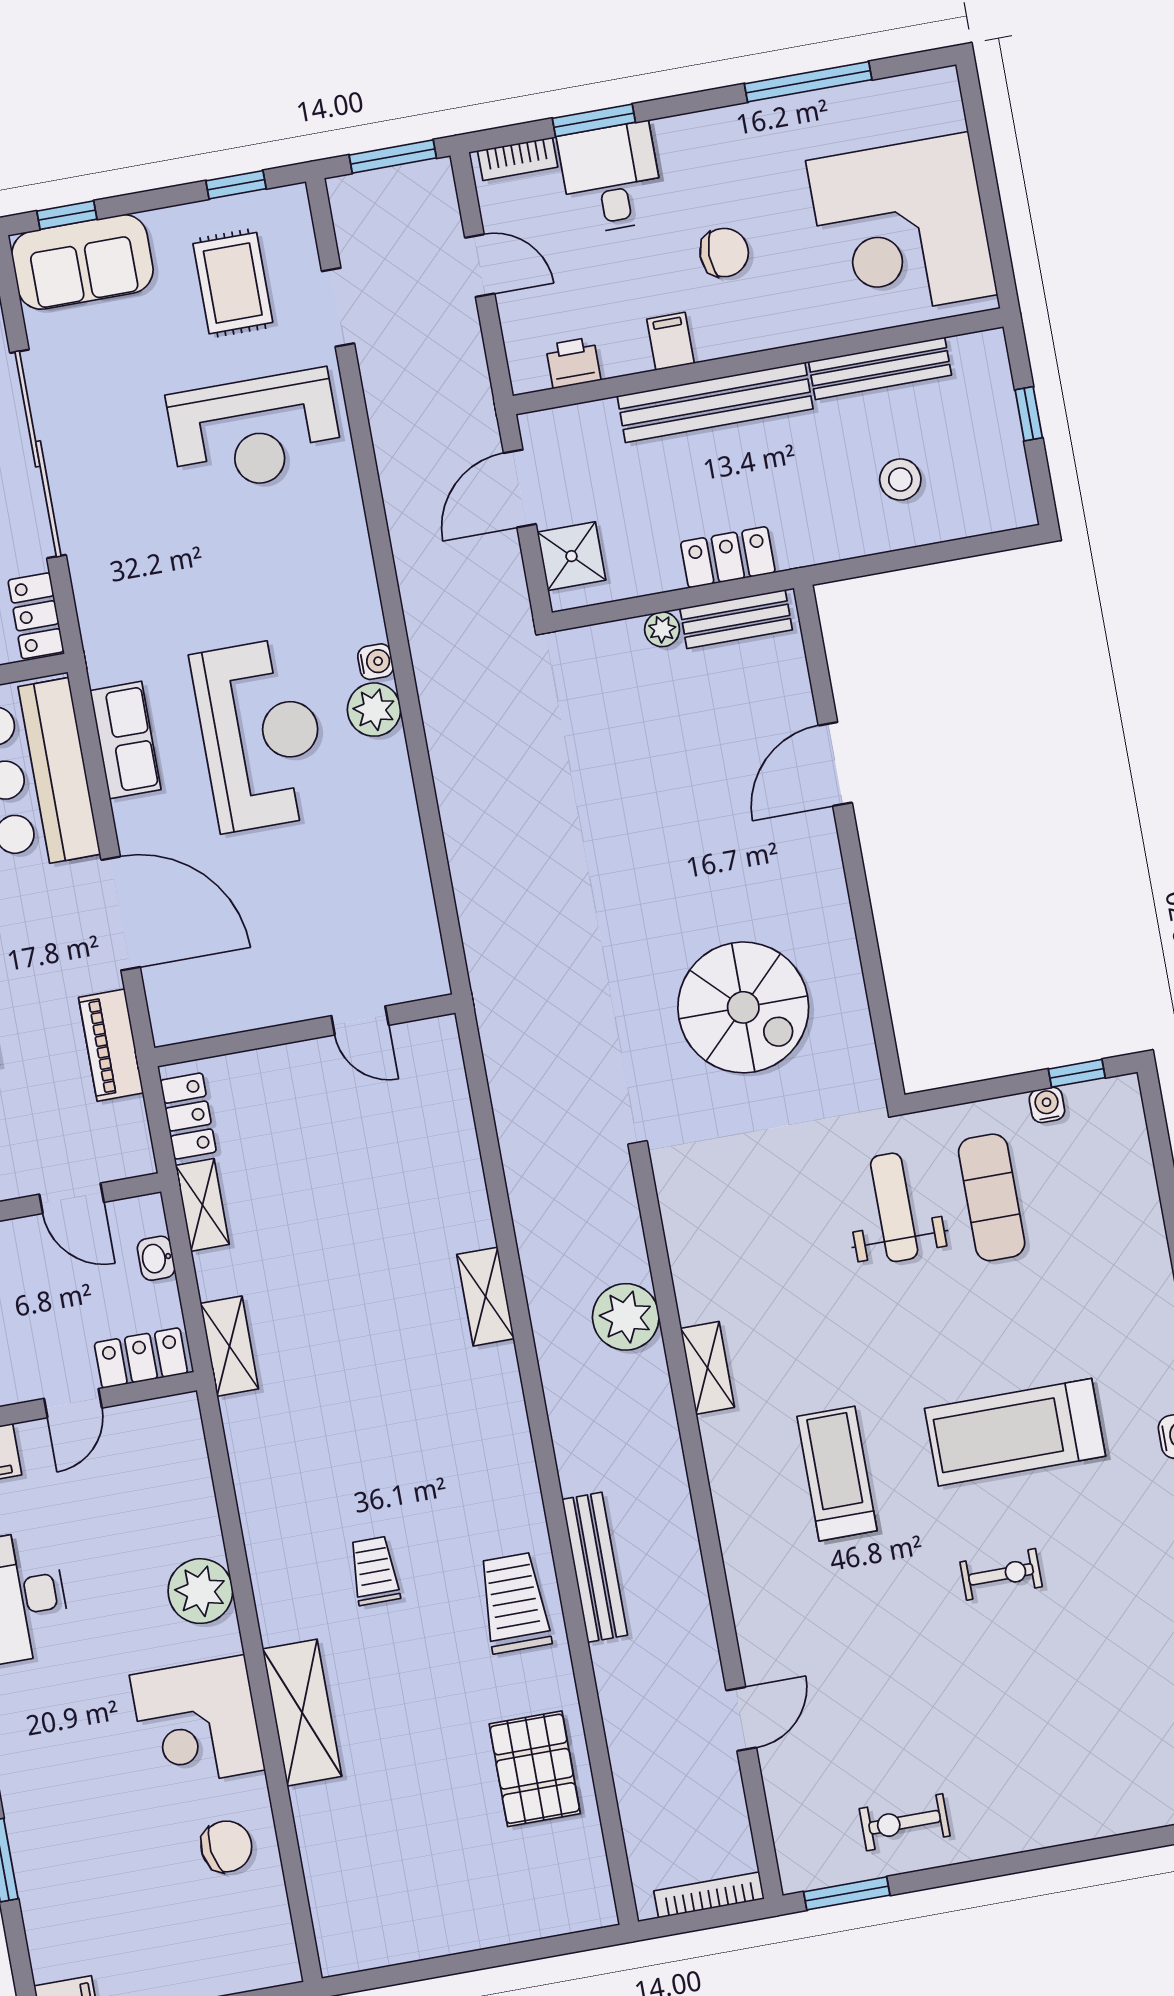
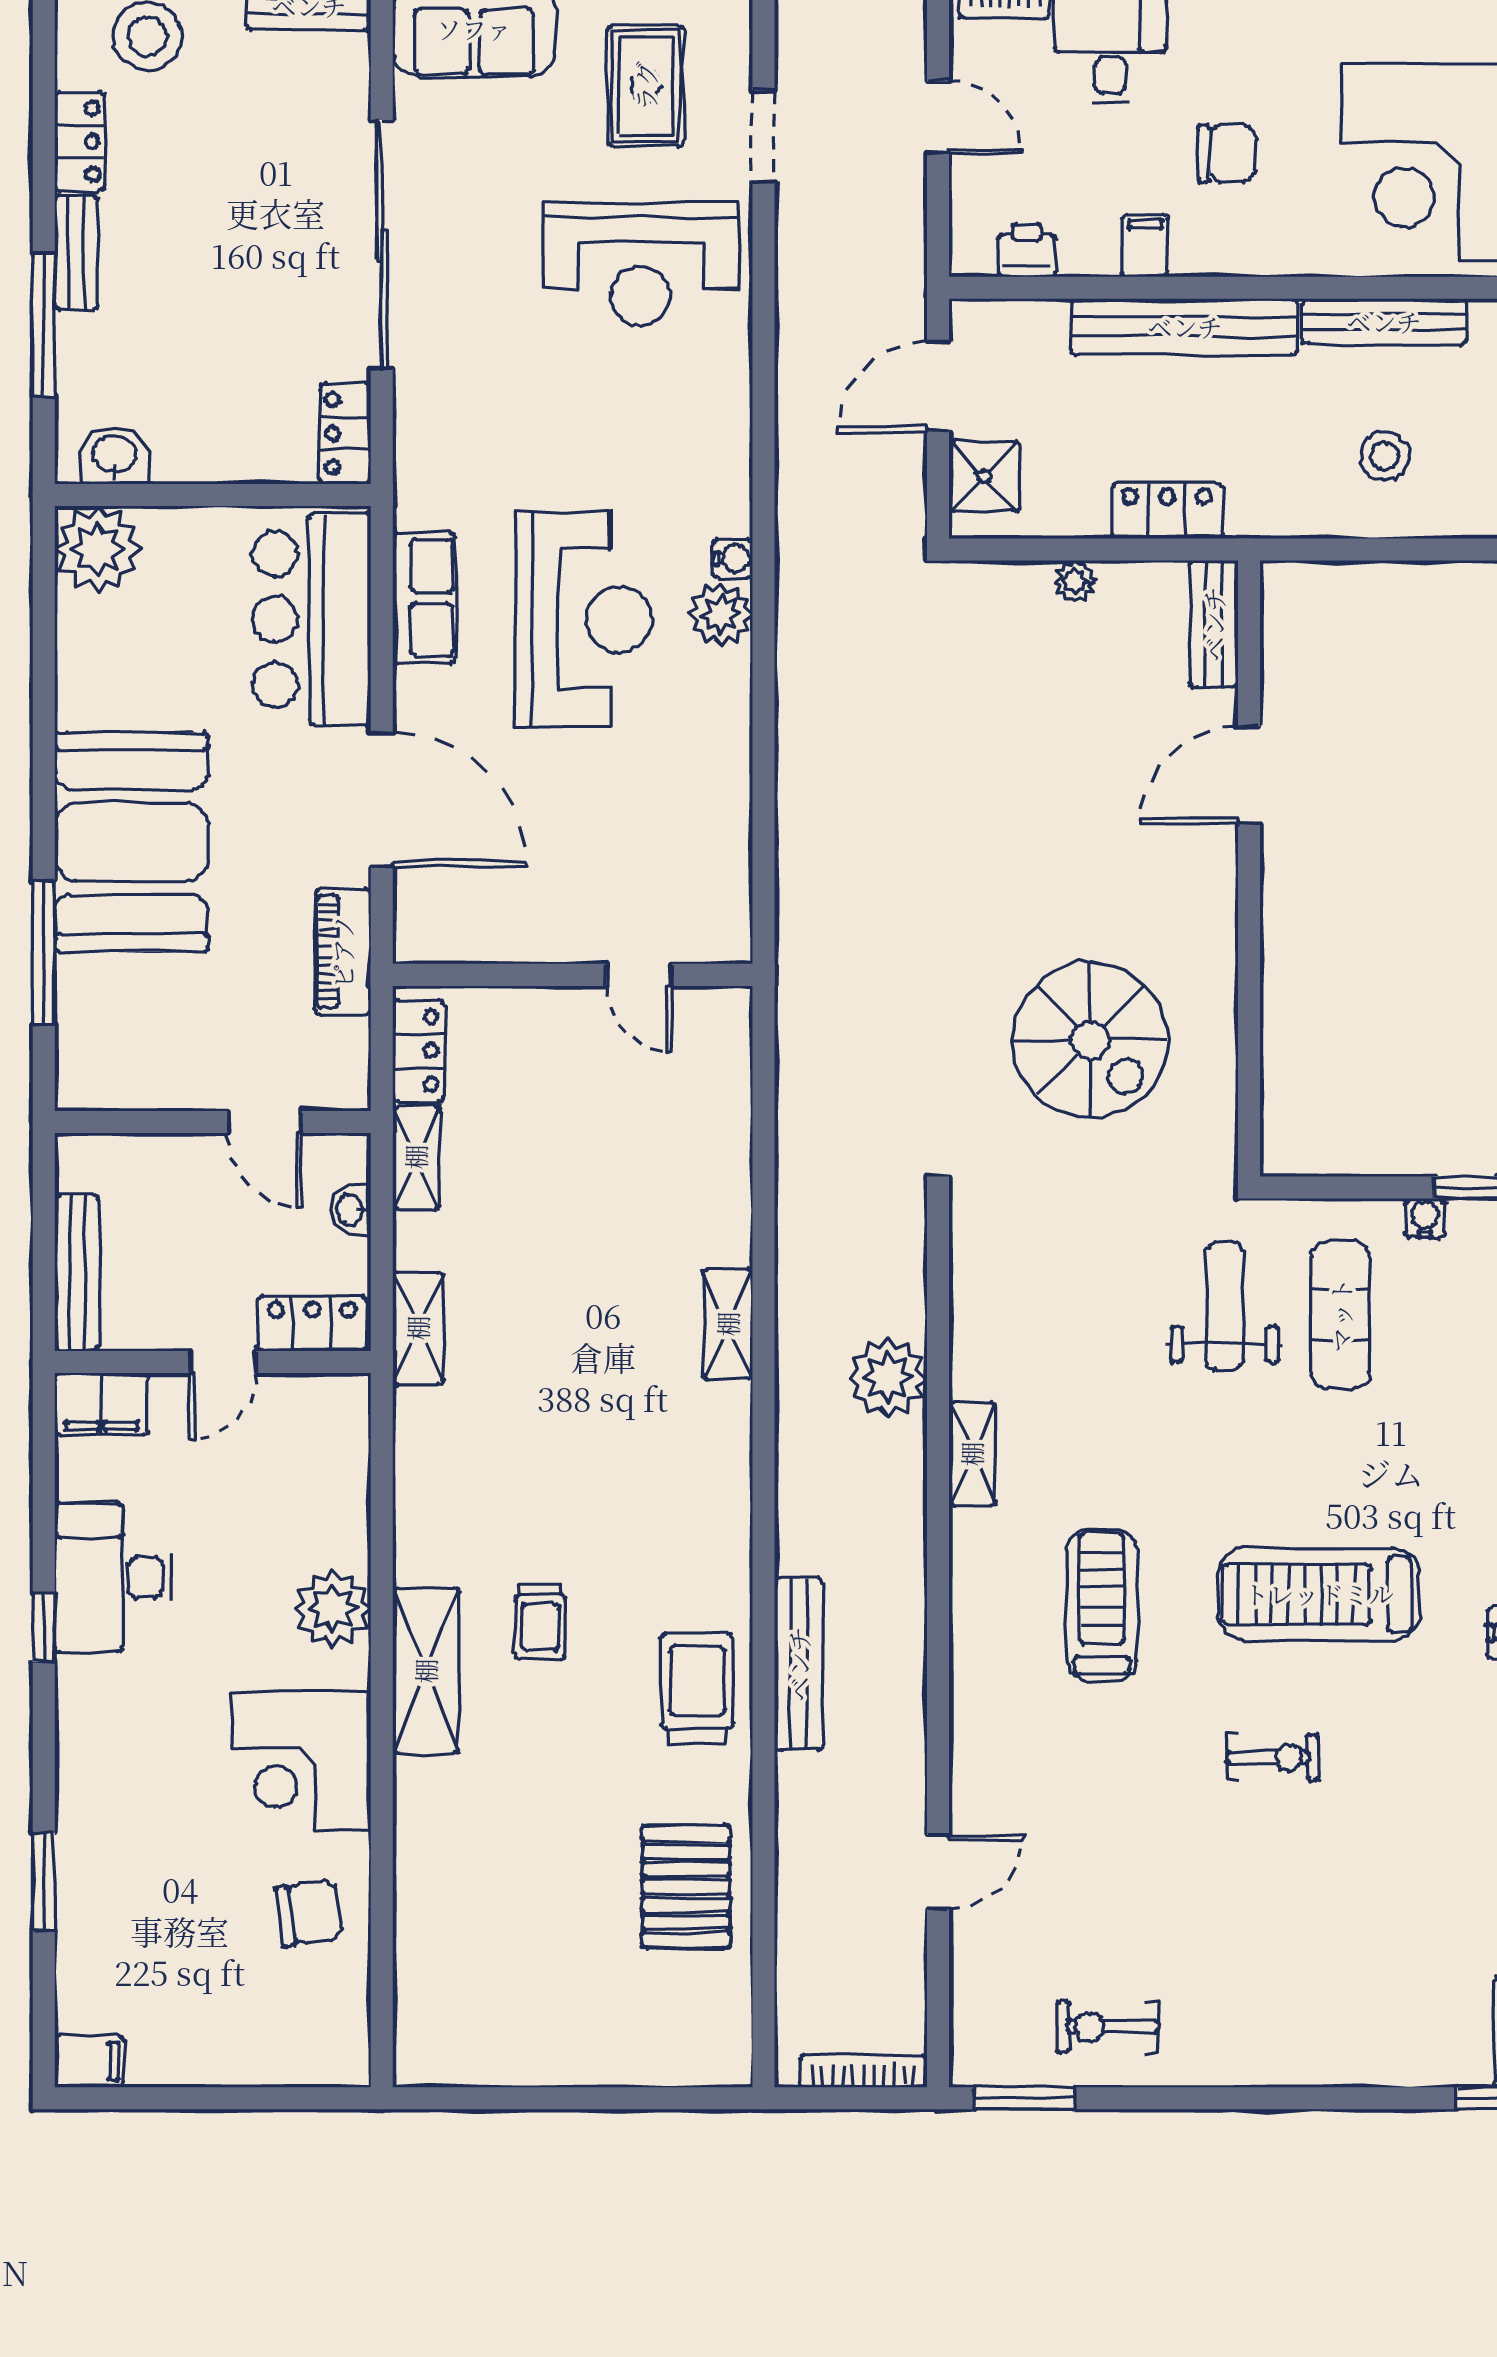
bench: (736, 619) -> (1214, 624), moved, turned 90
trolley: (374, 1571) -> (540, 1622), turned 180
shelving: (302, 1713) -> (426, 1671), moved

